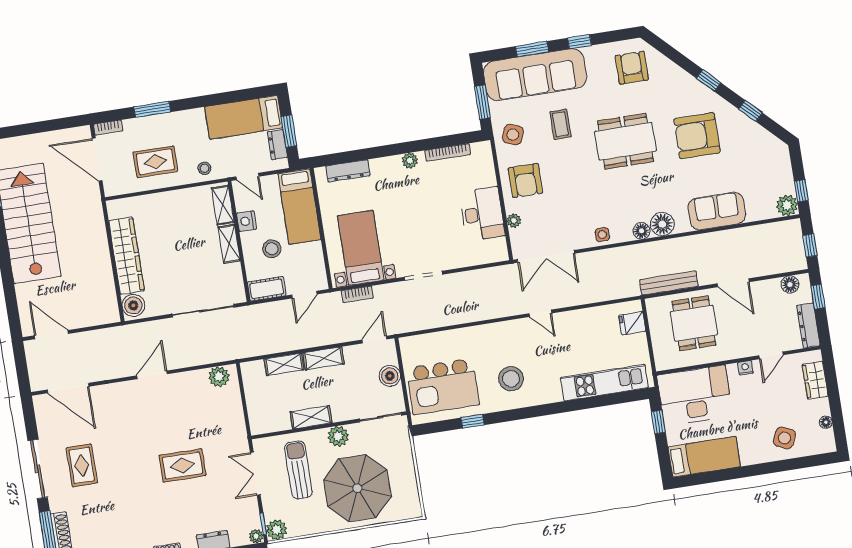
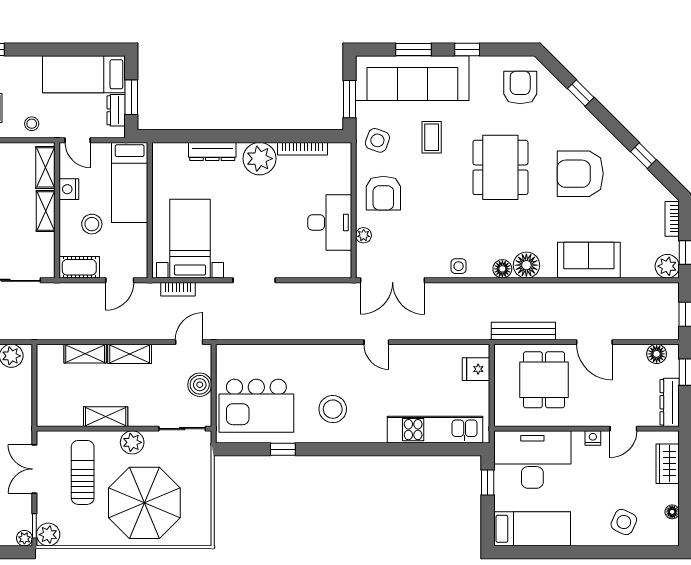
window: (709, 80) -> (581, 93), moved
dining table: (626, 141) -> (500, 167), turned 90
plant: (410, 161) -> (260, 159), width x1.87, depth x1.87
bookcase: (785, 163) -> (672, 219), added
dresser: (348, 171) -> (212, 151), moved

